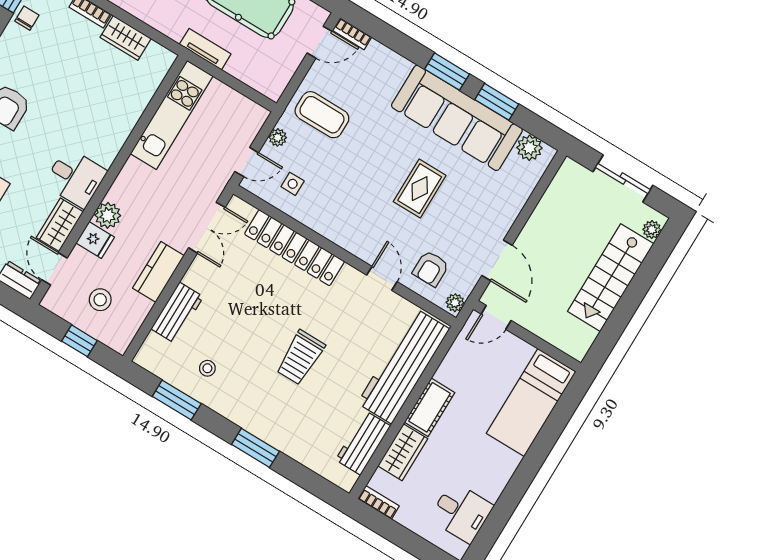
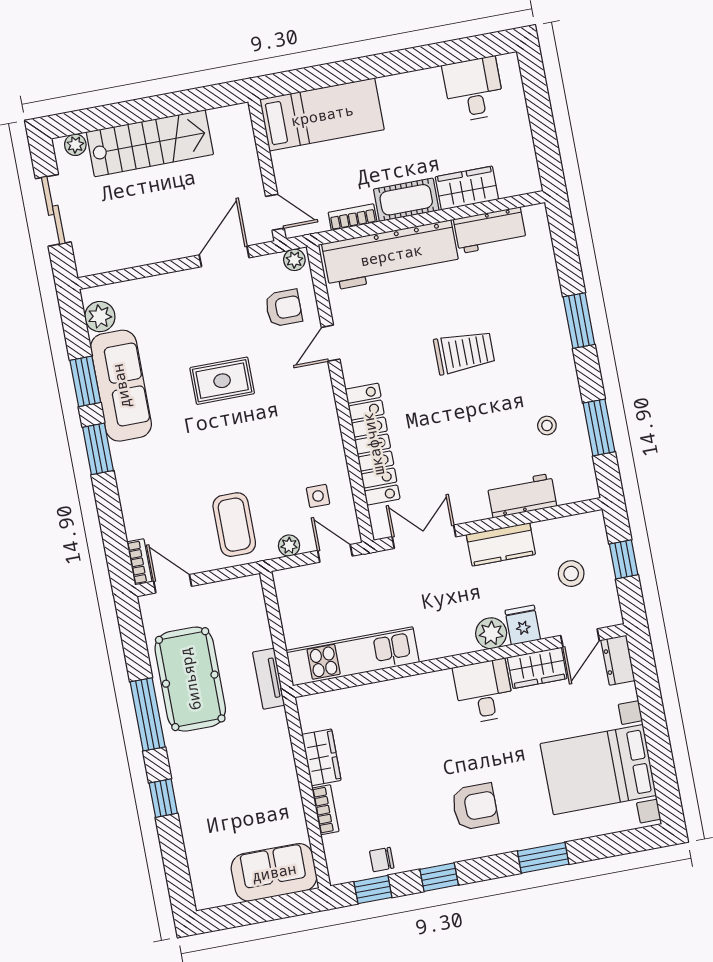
sofa: (457, 118) -> (121, 386), width x0.74, depth x0.79
bookcase: (378, 502) -> (353, 217), moved, turned 90

